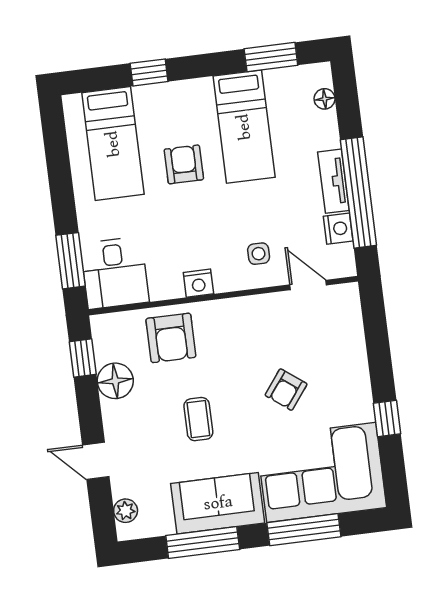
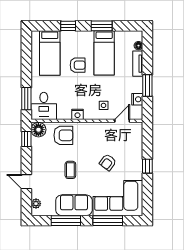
window: (271, 57) -> (102, 26), moved
armchair: (184, 164) -> (78, 65), turned 90
tv unit: (333, 181) -> (138, 64), moved
window: (358, 192) -> (147, 86), width x0.47
door: (308, 285) -> (122, 121), hinge flipped
armchair: (171, 338) -> (63, 135), turned -90
floor lamp: (115, 381) -> (38, 130), moved
window: (387, 418) -> (147, 166), moved

